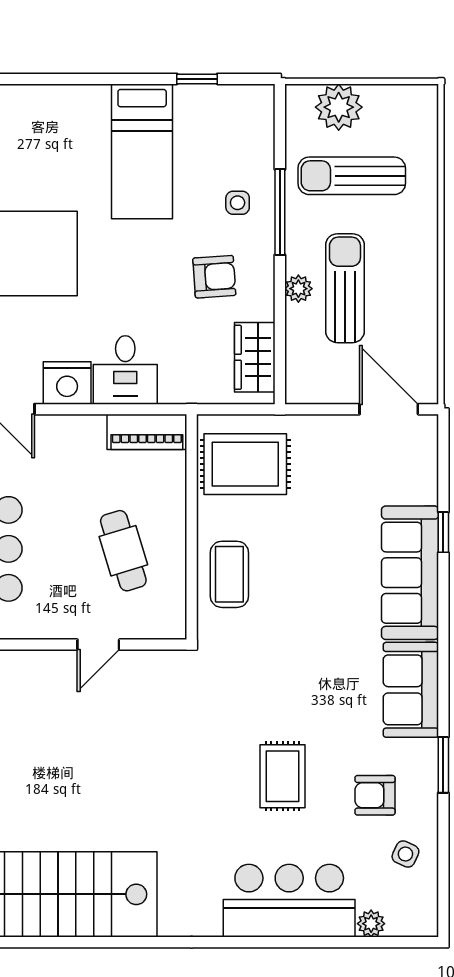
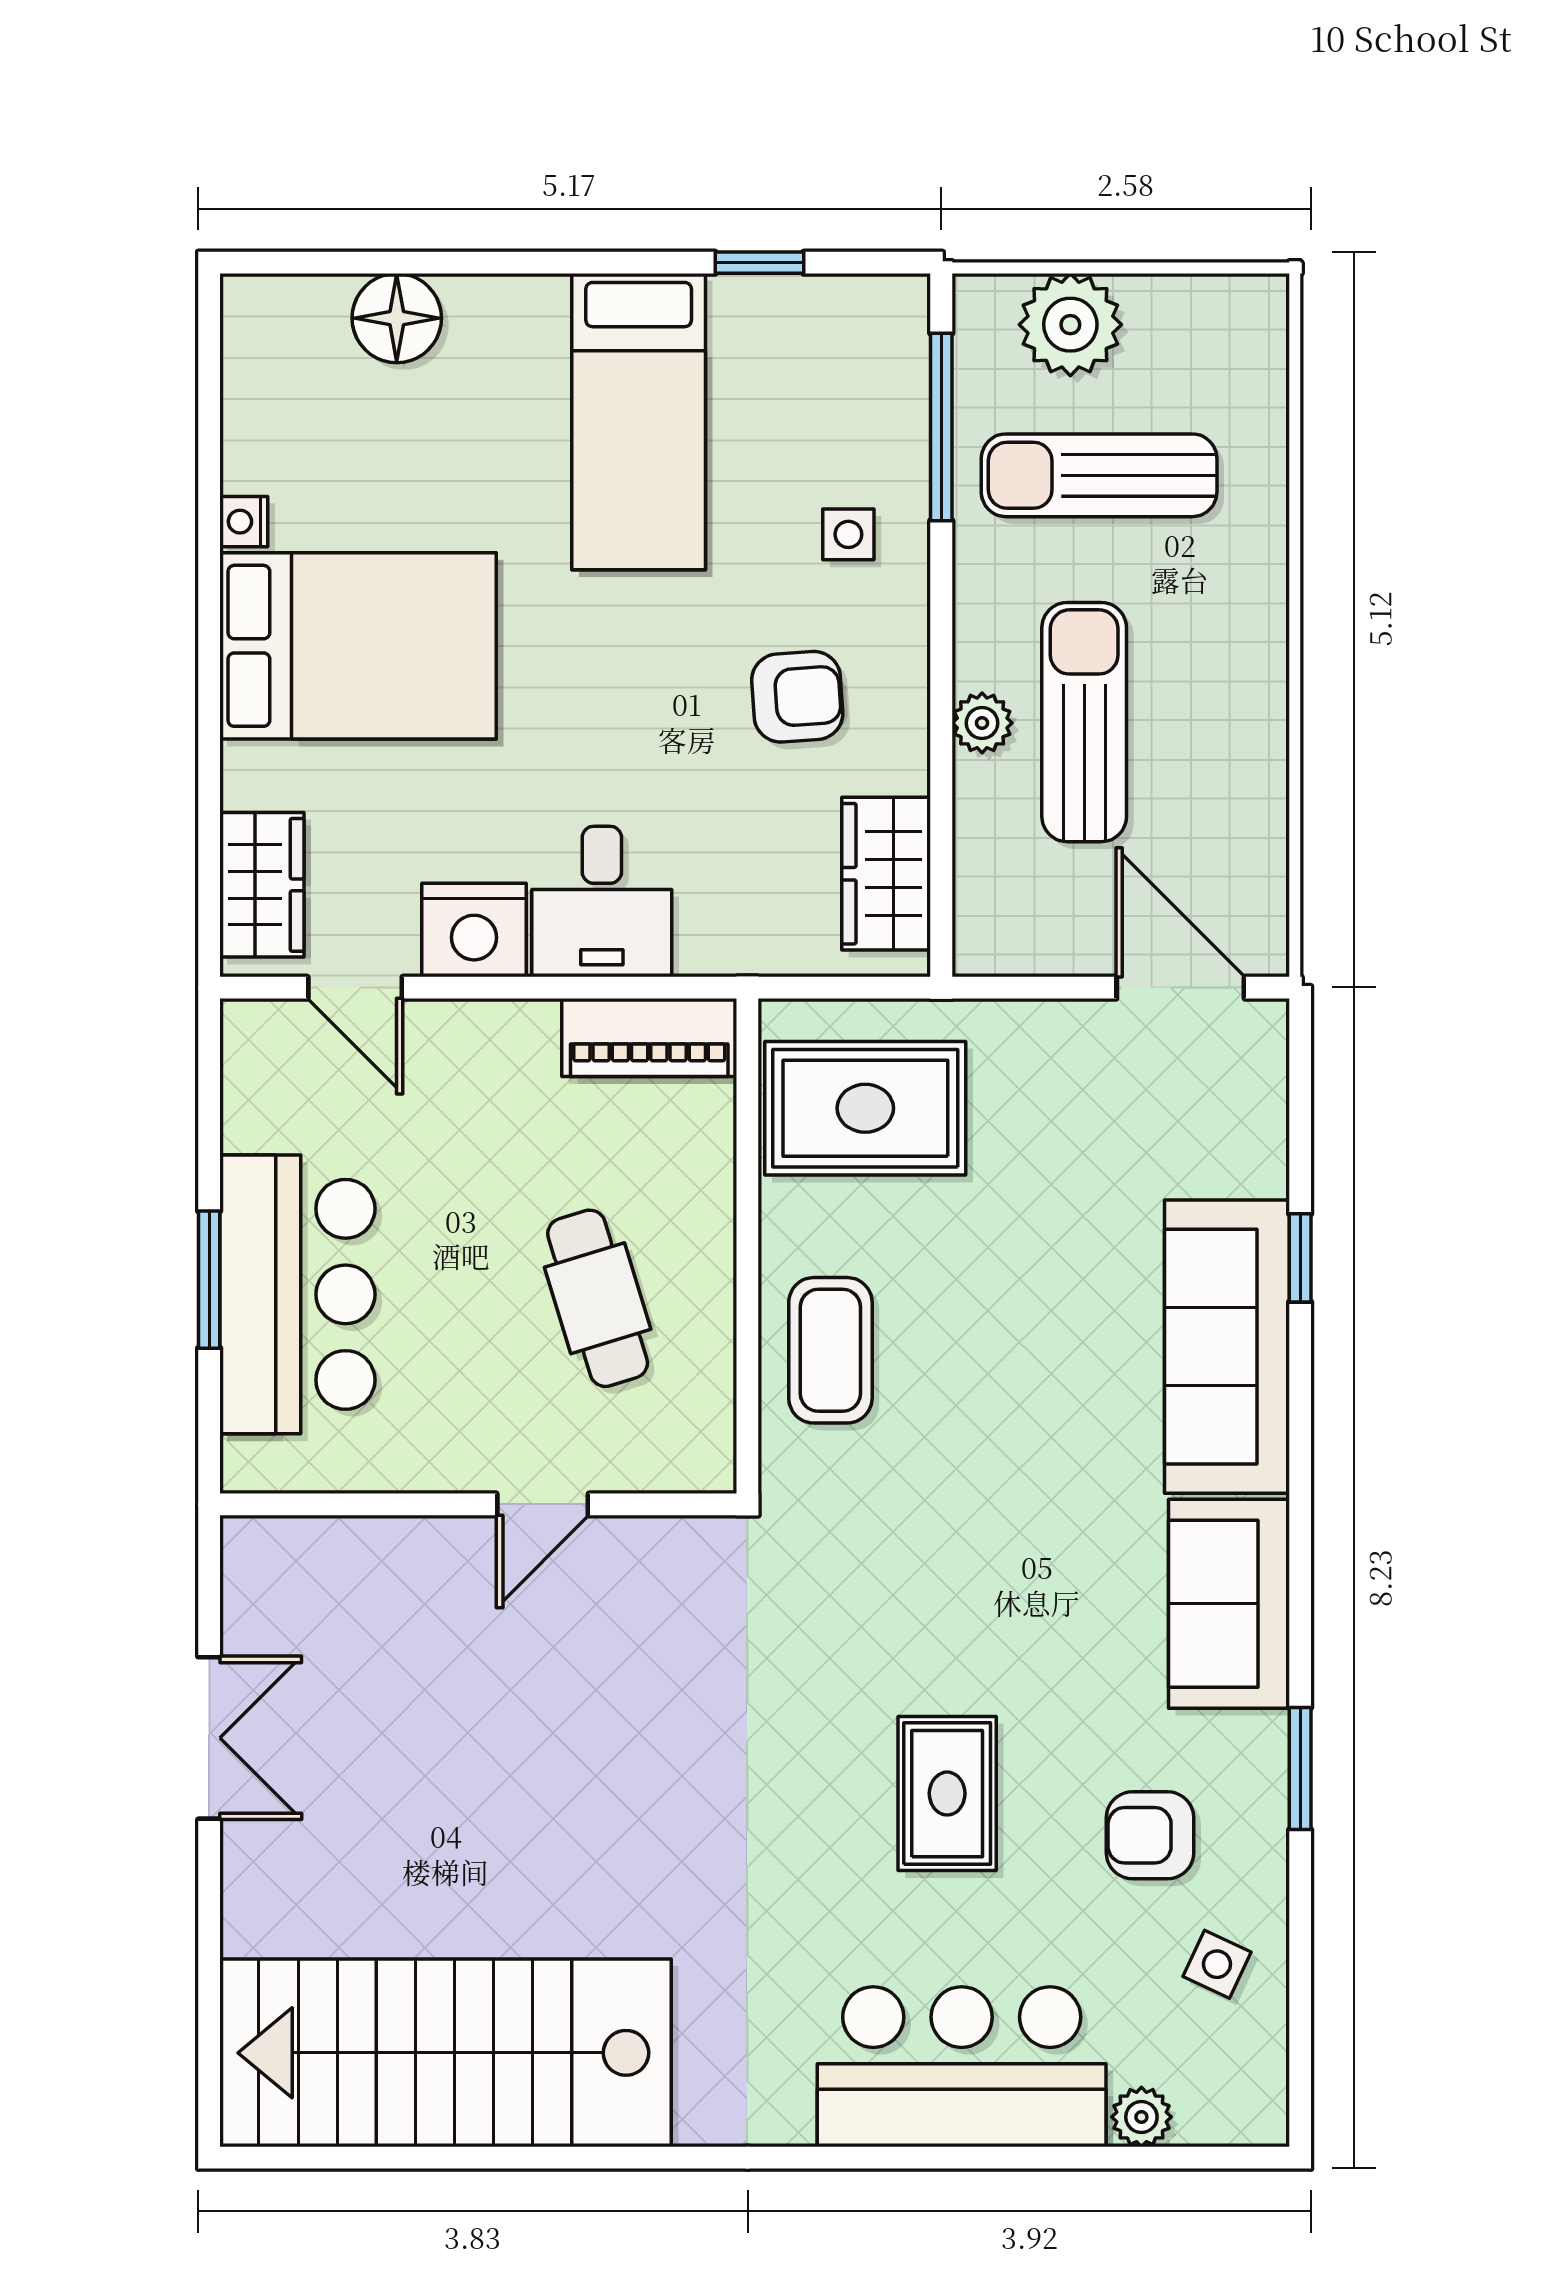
floor lamp: (32, 104) -> (397, 318), added
window: (280, 212) -> (941, 427), moved

